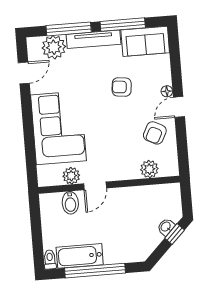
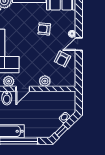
plant: (149, 169) -> (45, 81), moved
window: (175, 234) -> (61, 131), moved

